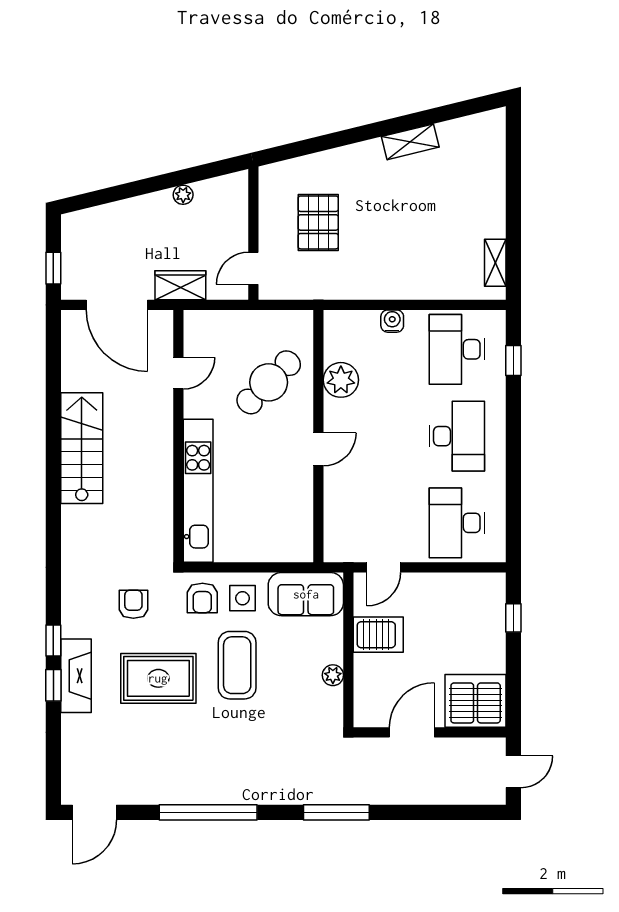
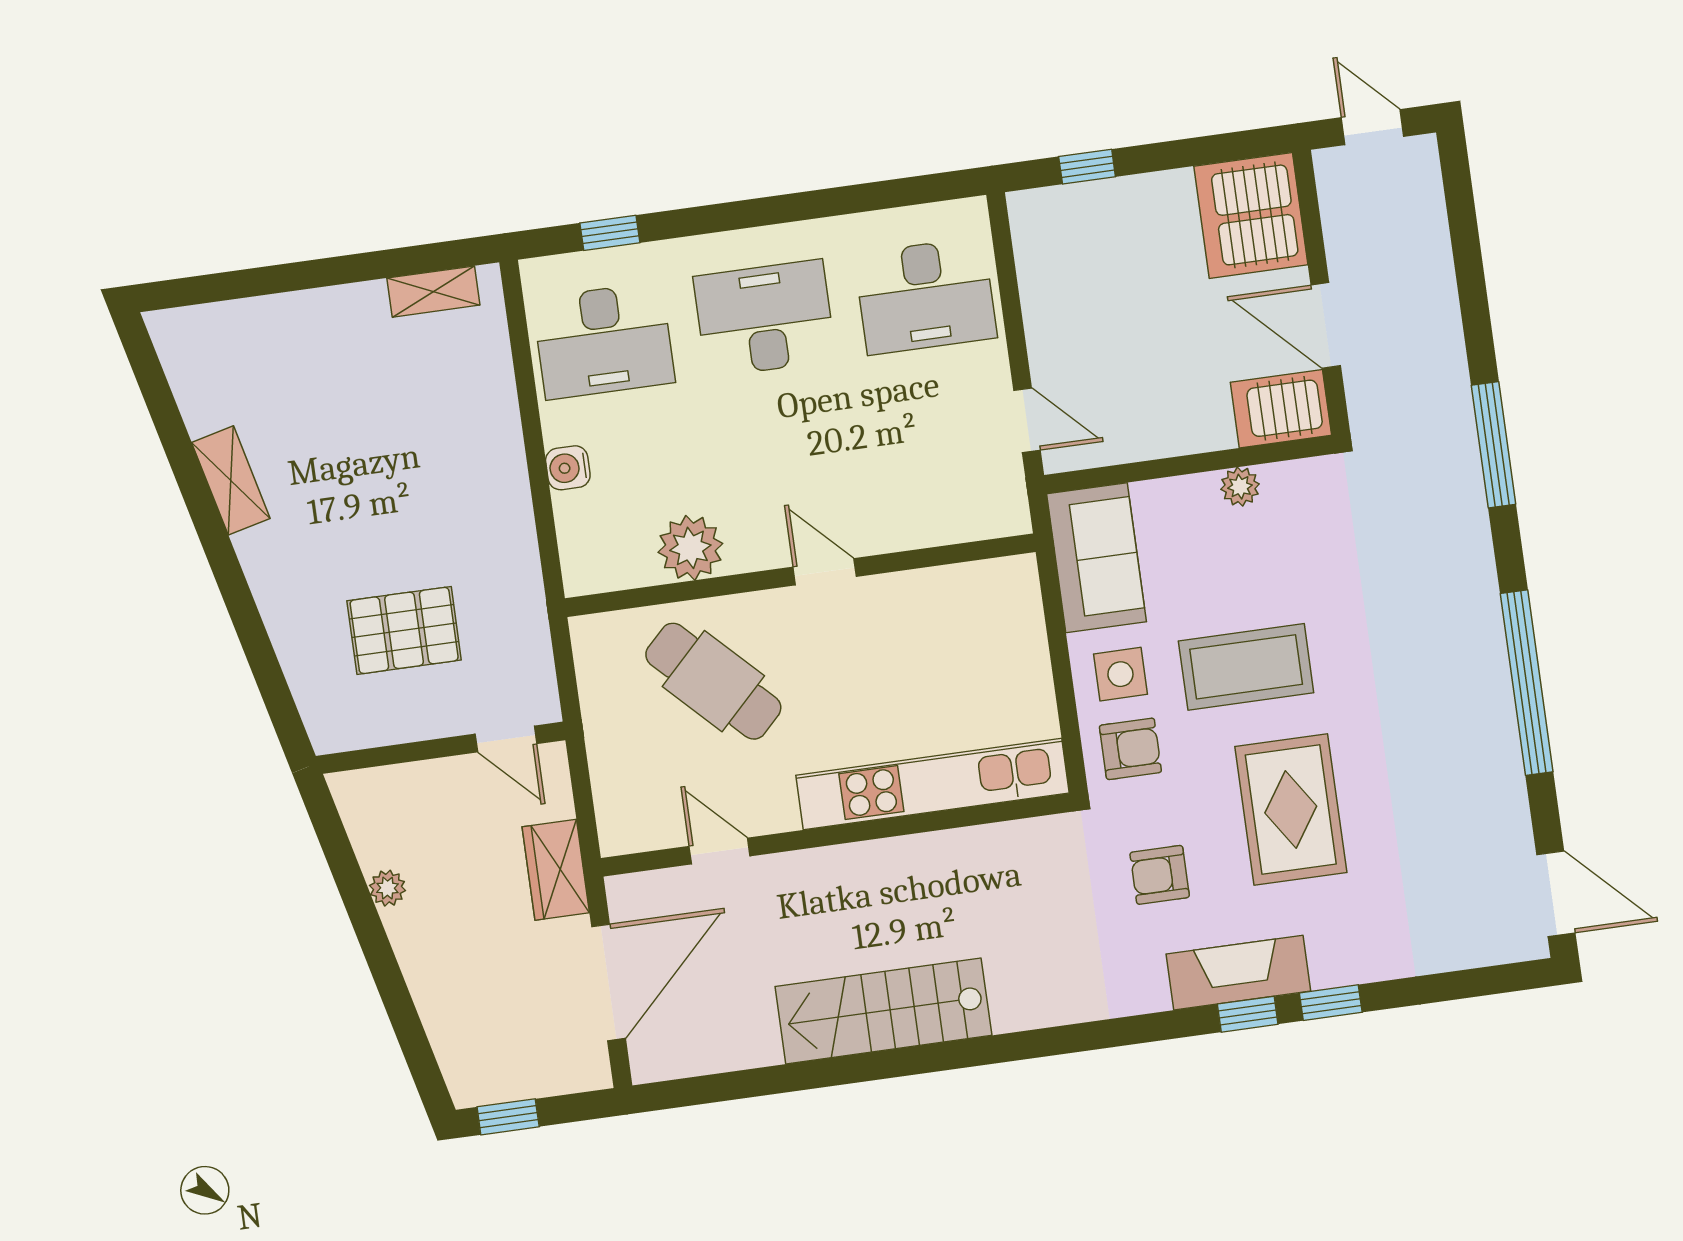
window: (53, 268) -> (508, 1117), moved
server rack: (378, 635) -> (1281, 409), moved, turned -90
fireplace: (76, 676) -> (1238, 973), moved

